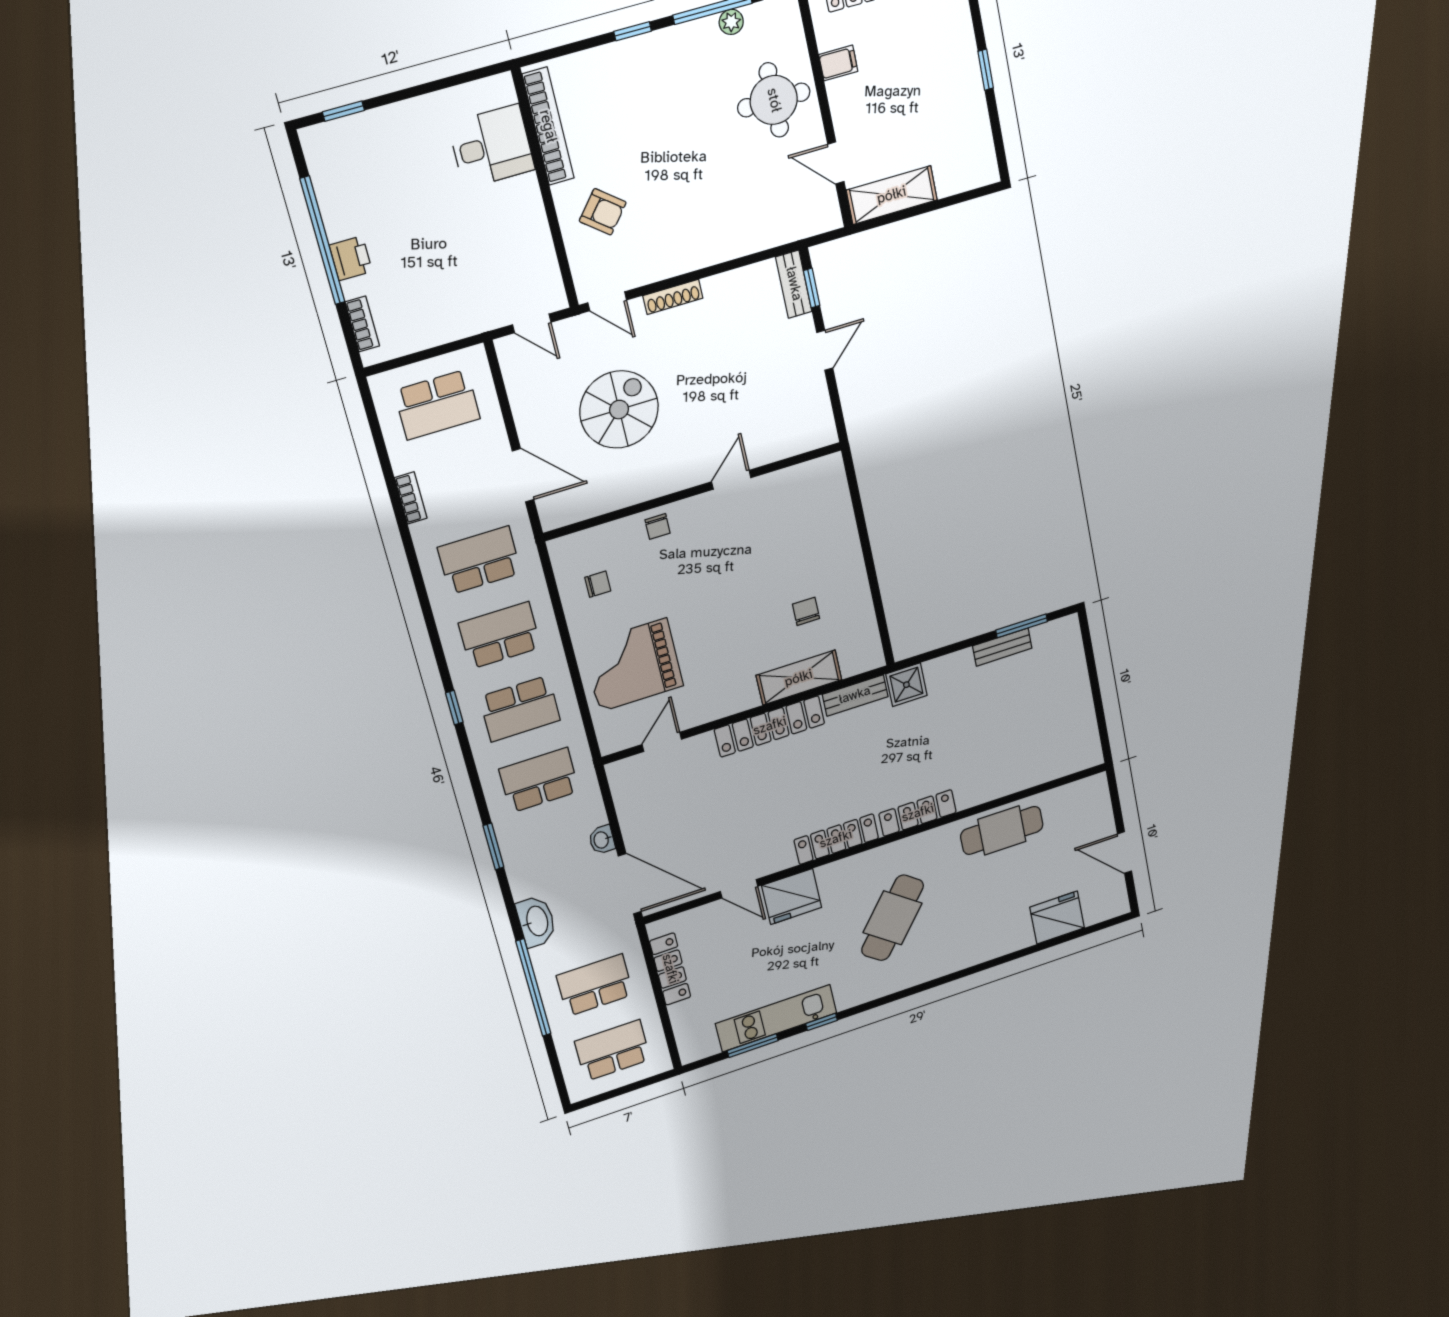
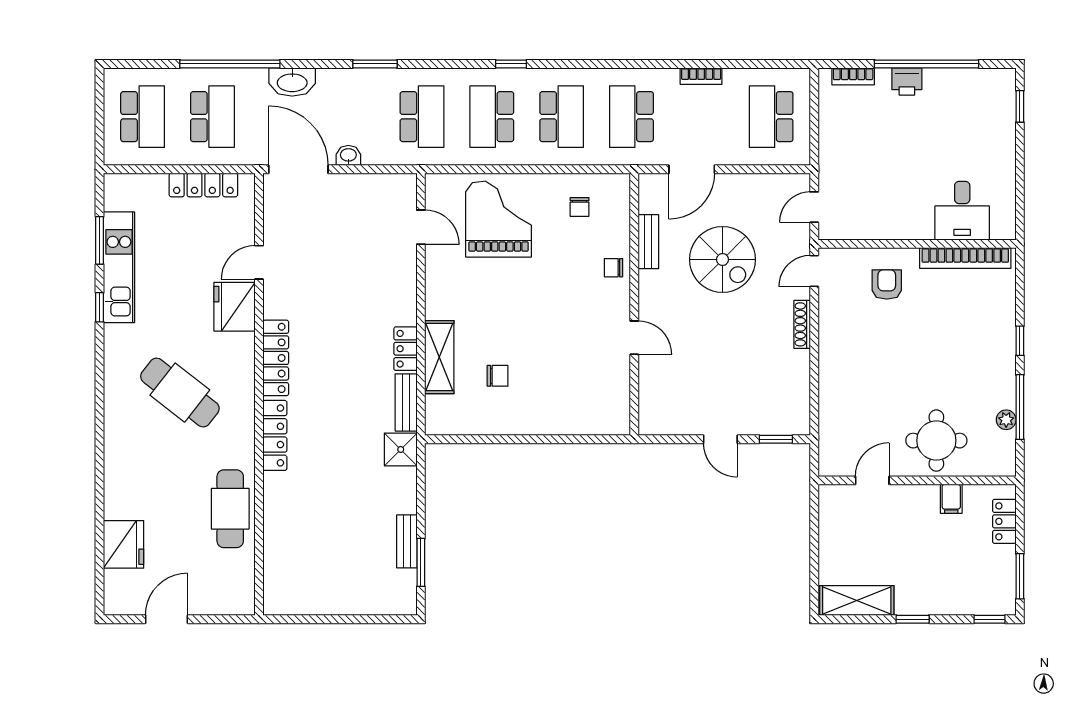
shelving: (892, 195) -> (857, 600), moved, turned 90
armchair: (603, 212) -> (887, 284), turned 141
bench: (794, 284) -> (648, 242), moved, turned 90
school desk: (479, 560) -> (631, 117), turned 180
locker: (770, 726) -> (405, 349), width x0.46, depth x0.83
door: (630, 884) -> (298, 169), swing flipped

